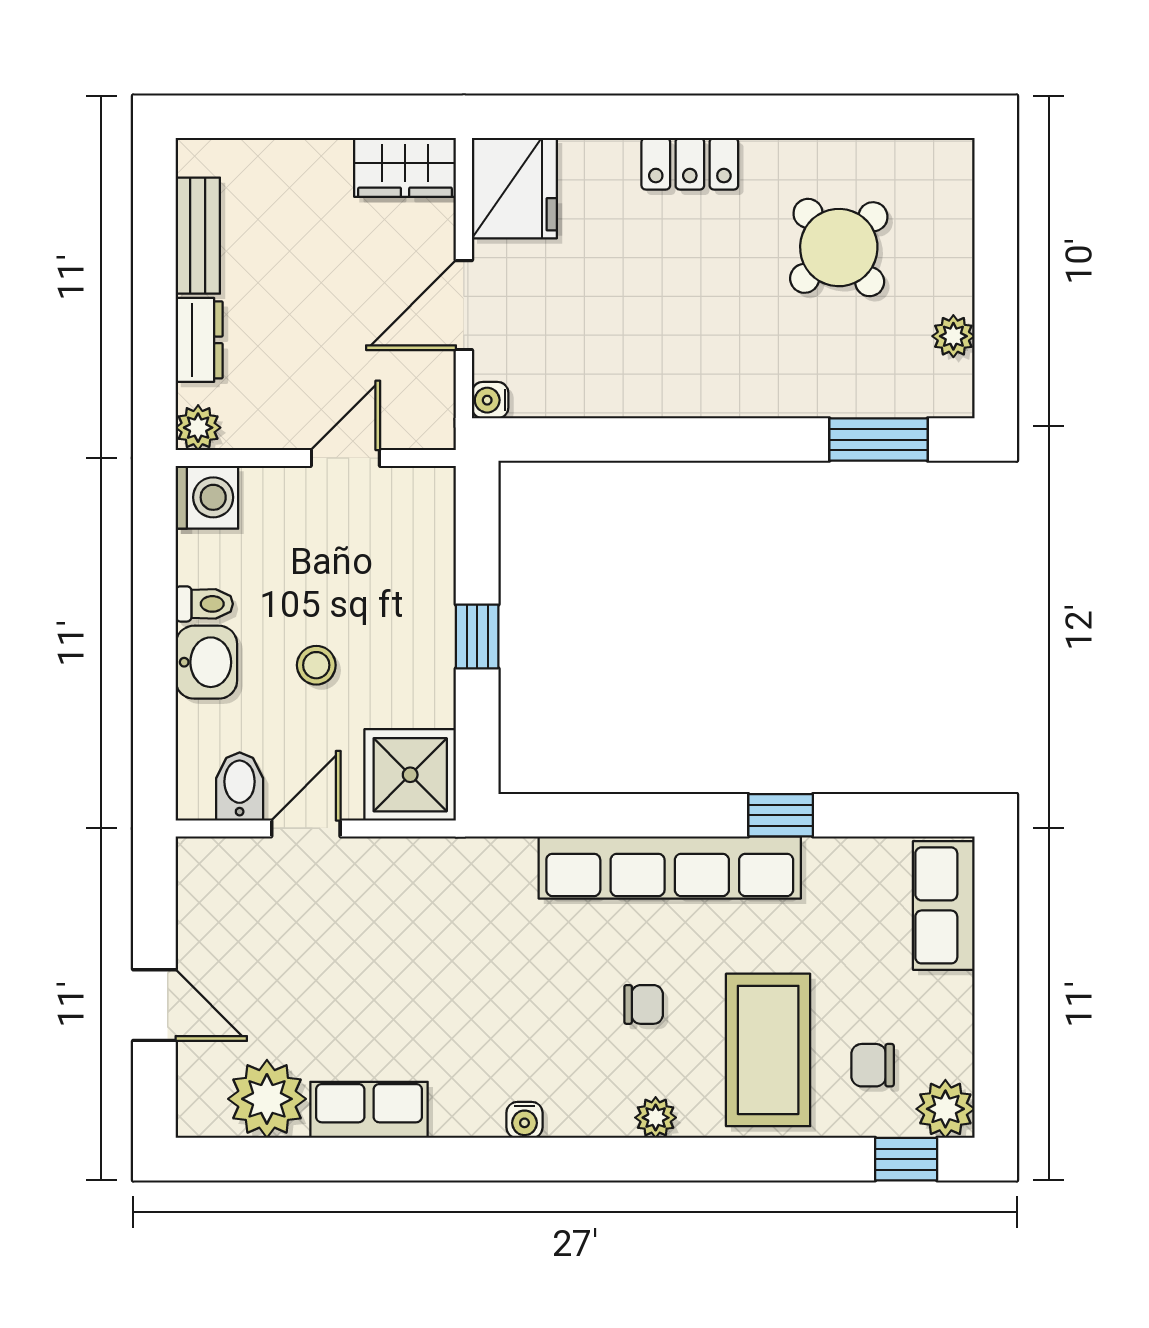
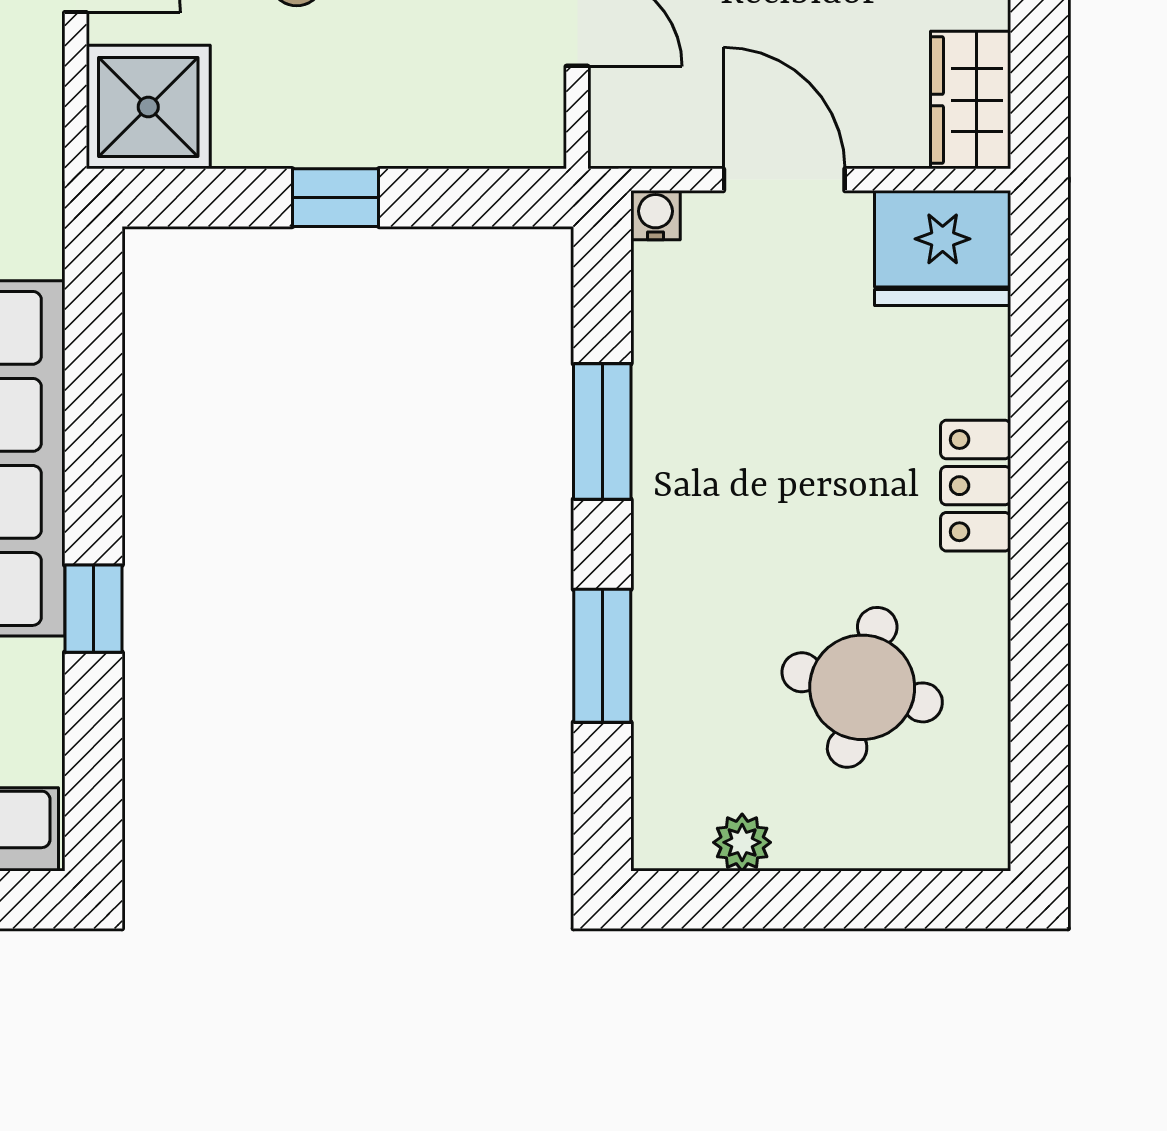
round table: (839, 248) -> (862, 687), turned -34
window: (650, 440) -> (602, 432), added
window: (879, 440) -> (602, 656), moved

